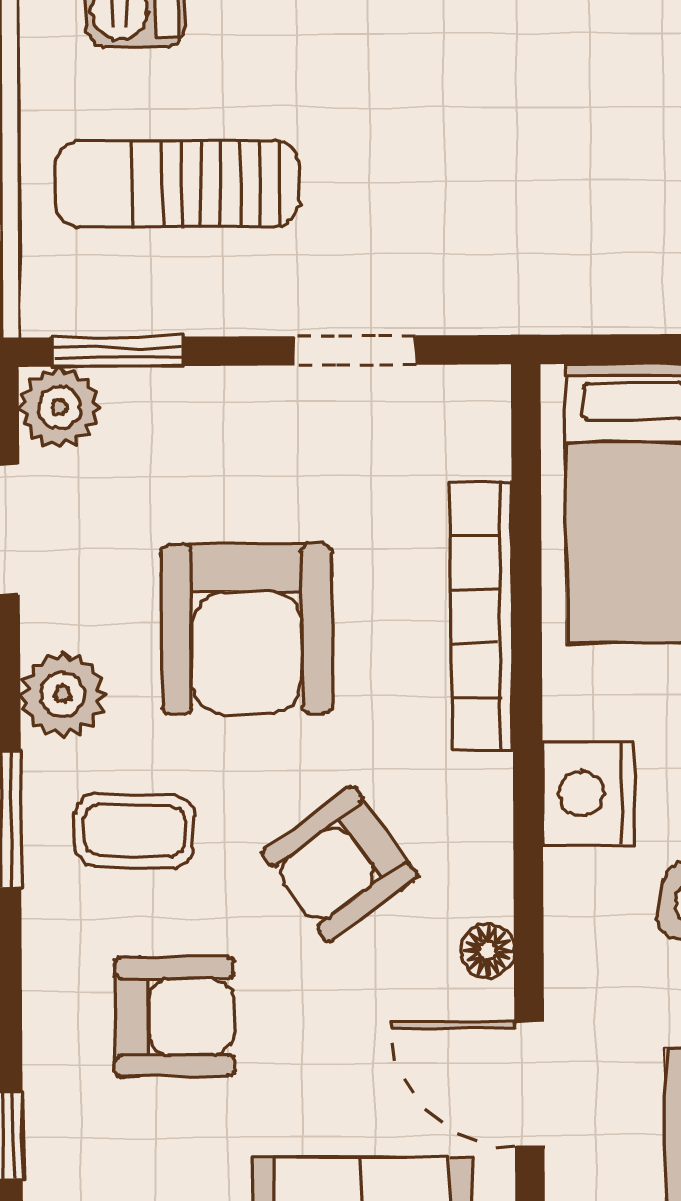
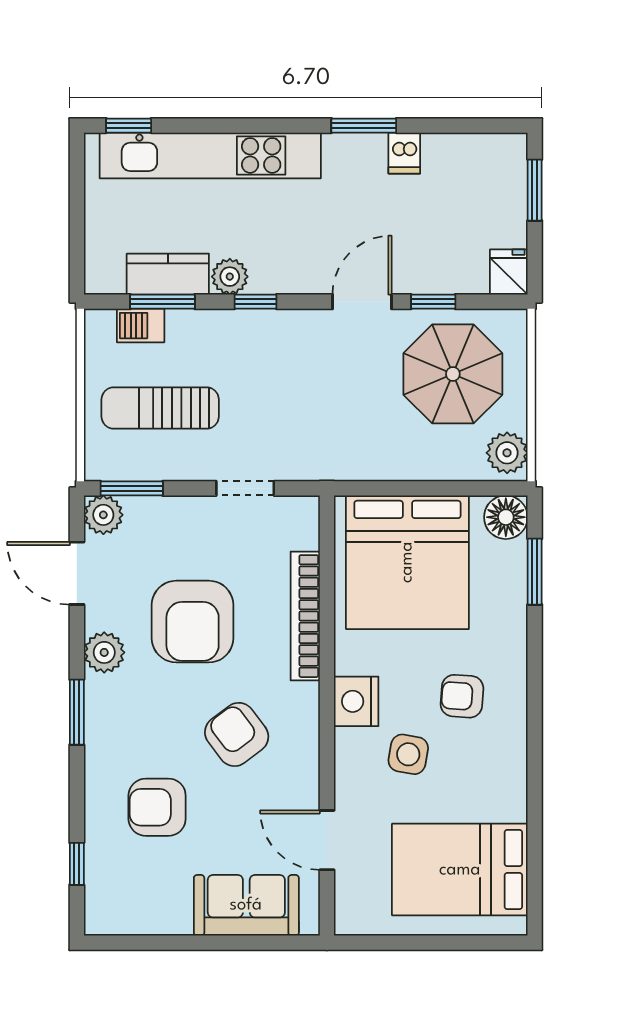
coffee table: (134, 831) -> (138, 718), removed
armchair: (340, 864) -> (237, 734), turned 89
floor lamp: (487, 951) -> (307, 776), removed
armchair: (175, 1017) -> (157, 807), turned 180

